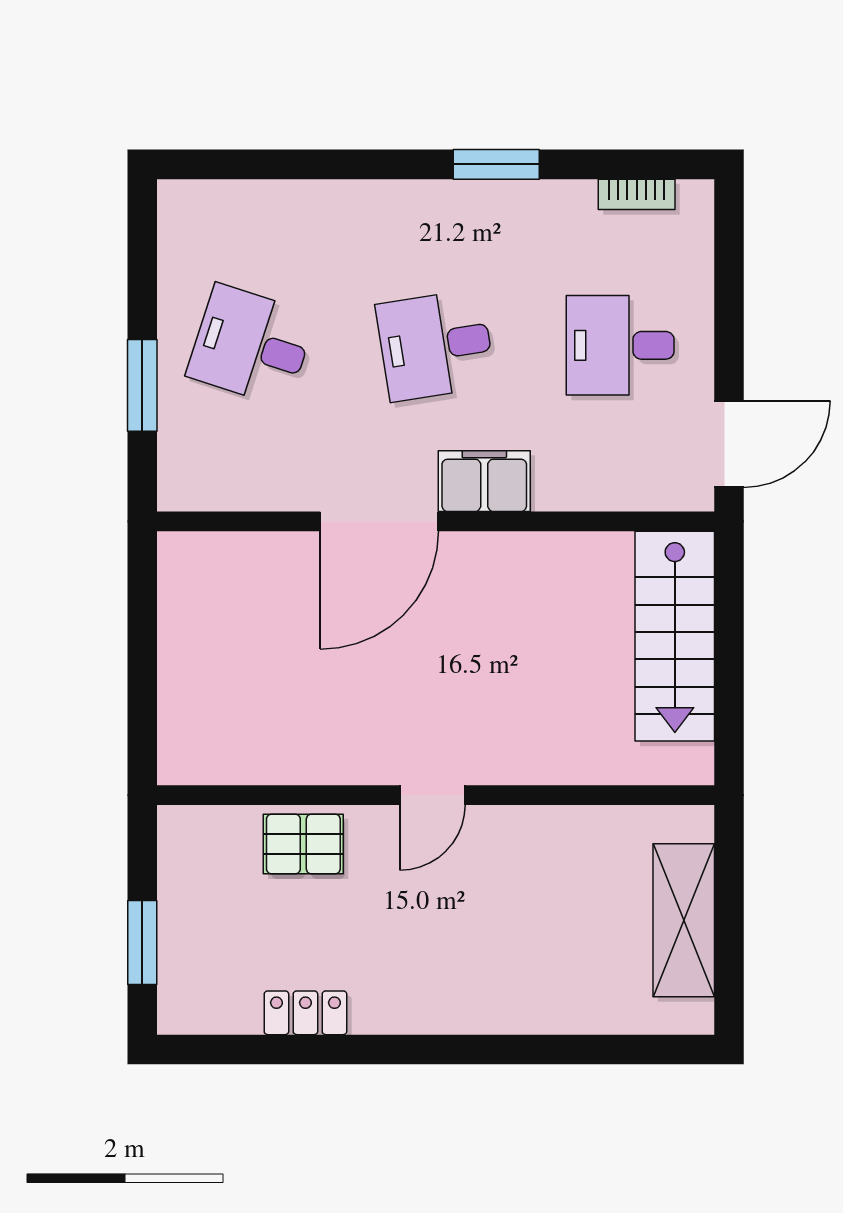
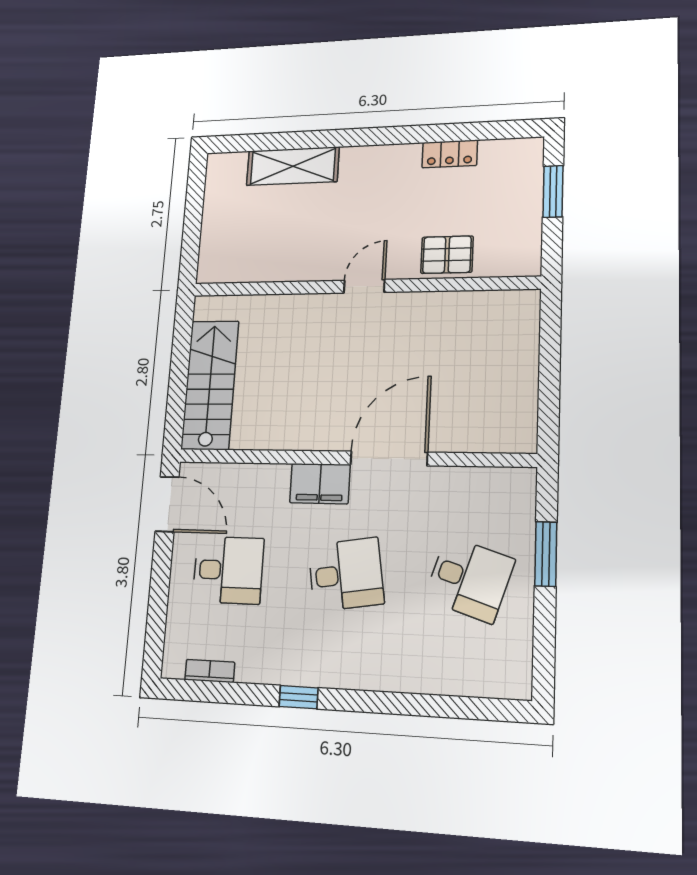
window: (496, 164) -> (299, 697), width x0.67
door: (729, 444) -> (167, 504), swing flipped
shelving: (684, 920) -> (293, 166), moved, turned 90

